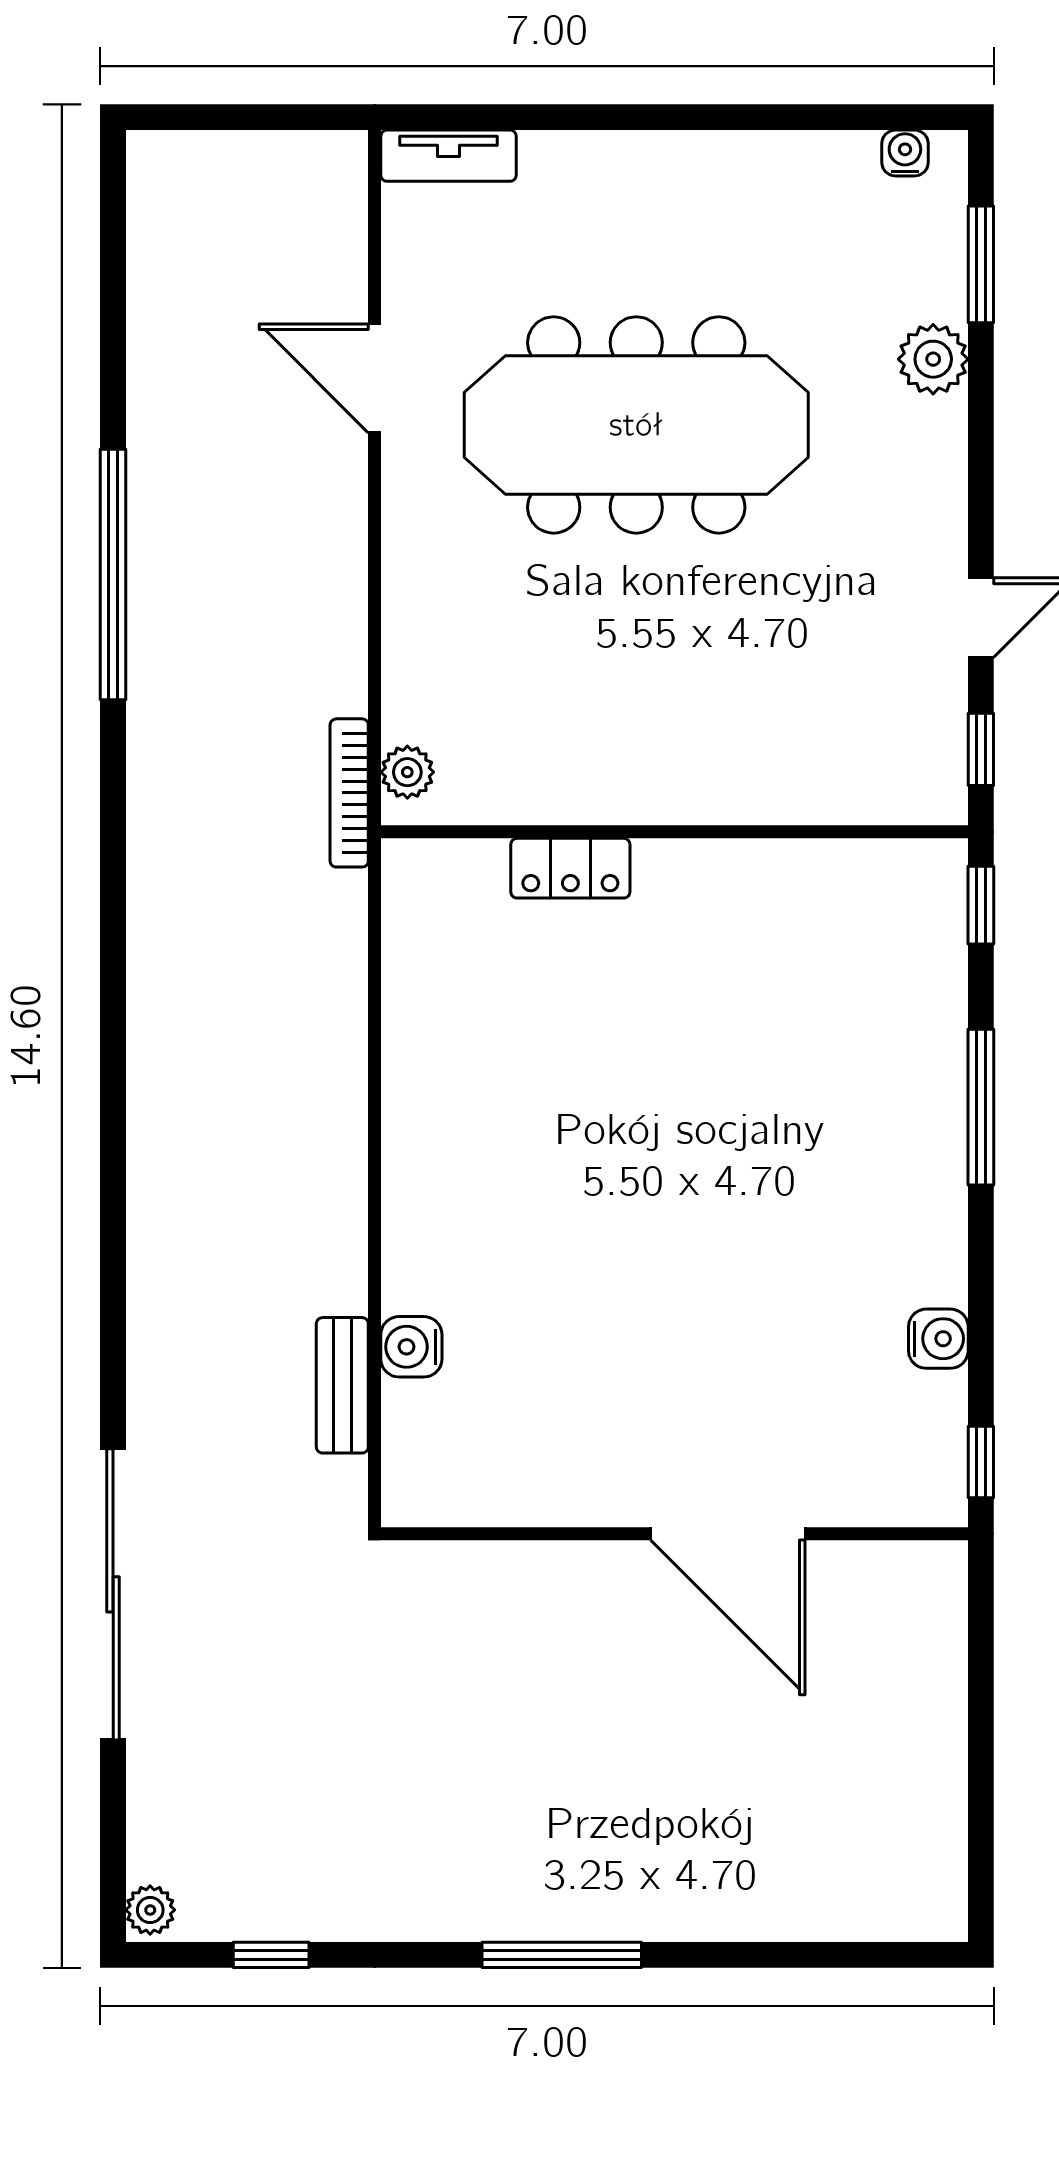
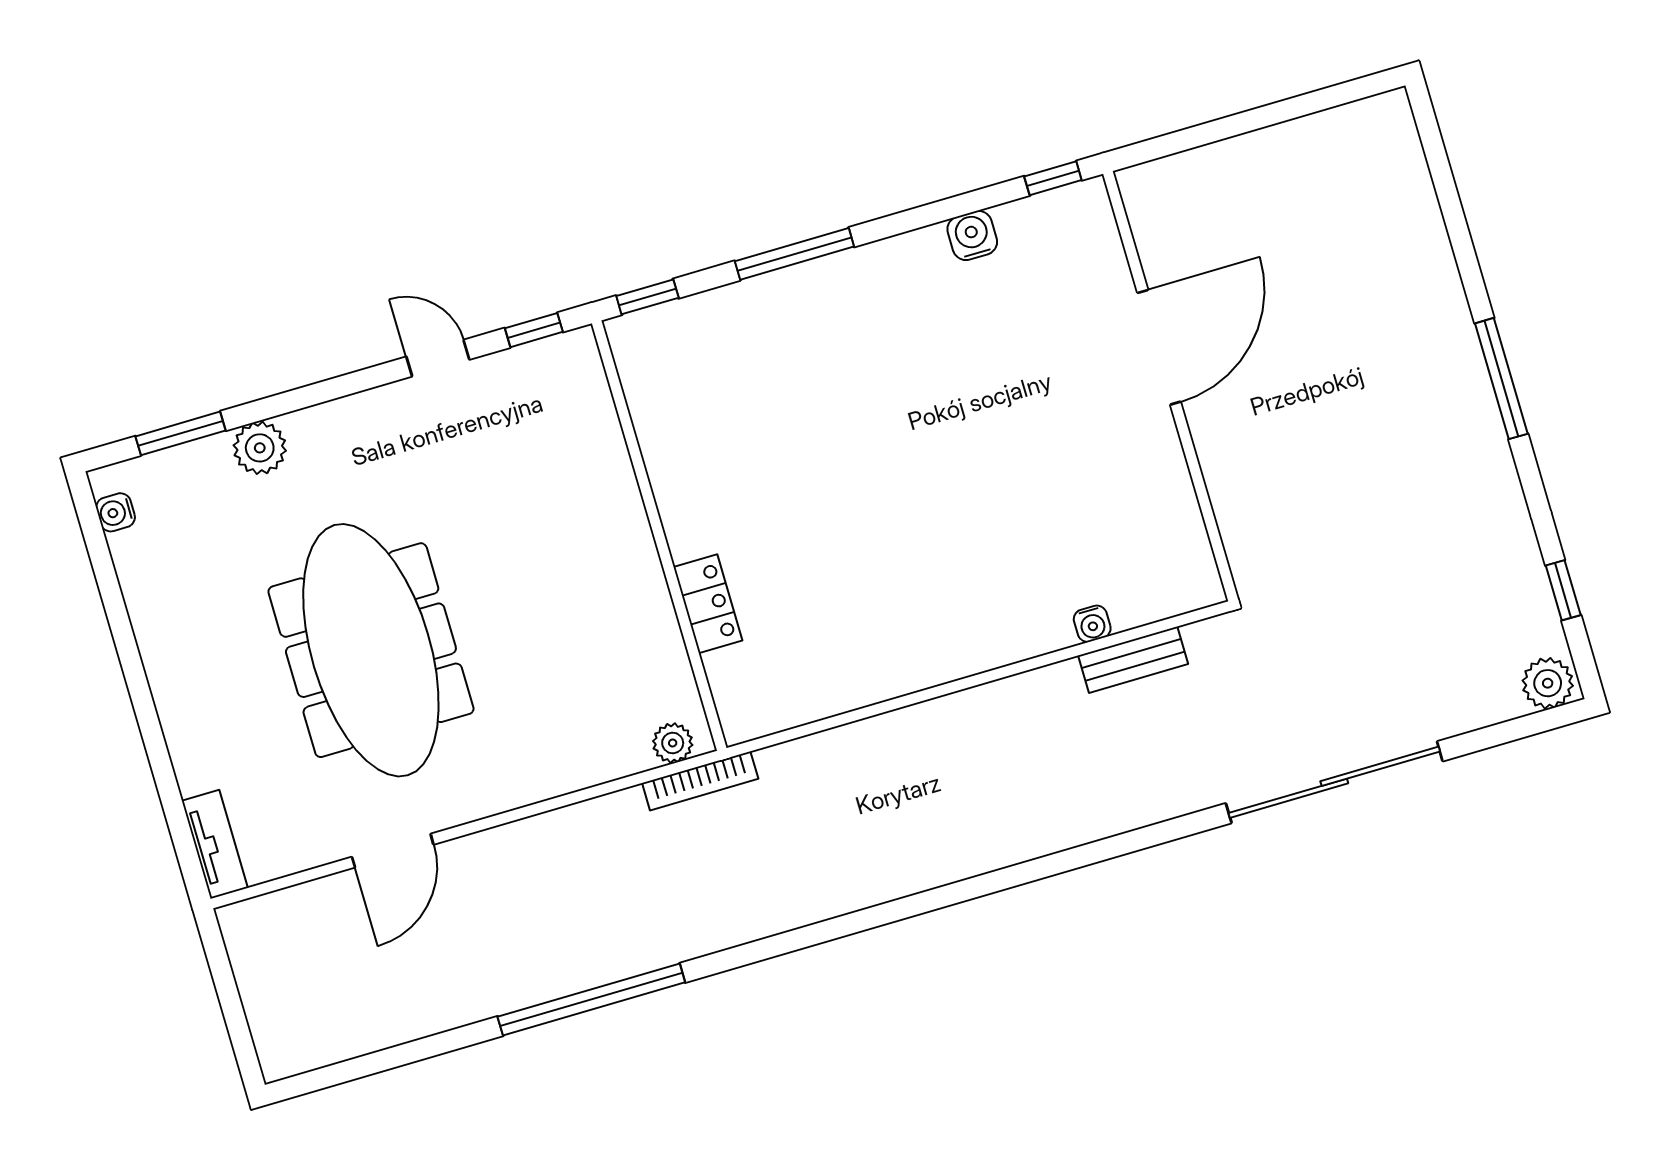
water cooler: (411, 1347) -> (1092, 624), width x0.72, depth x0.72
plant: (150, 1910) -> (1548, 683), width x1.38, depth x1.38

